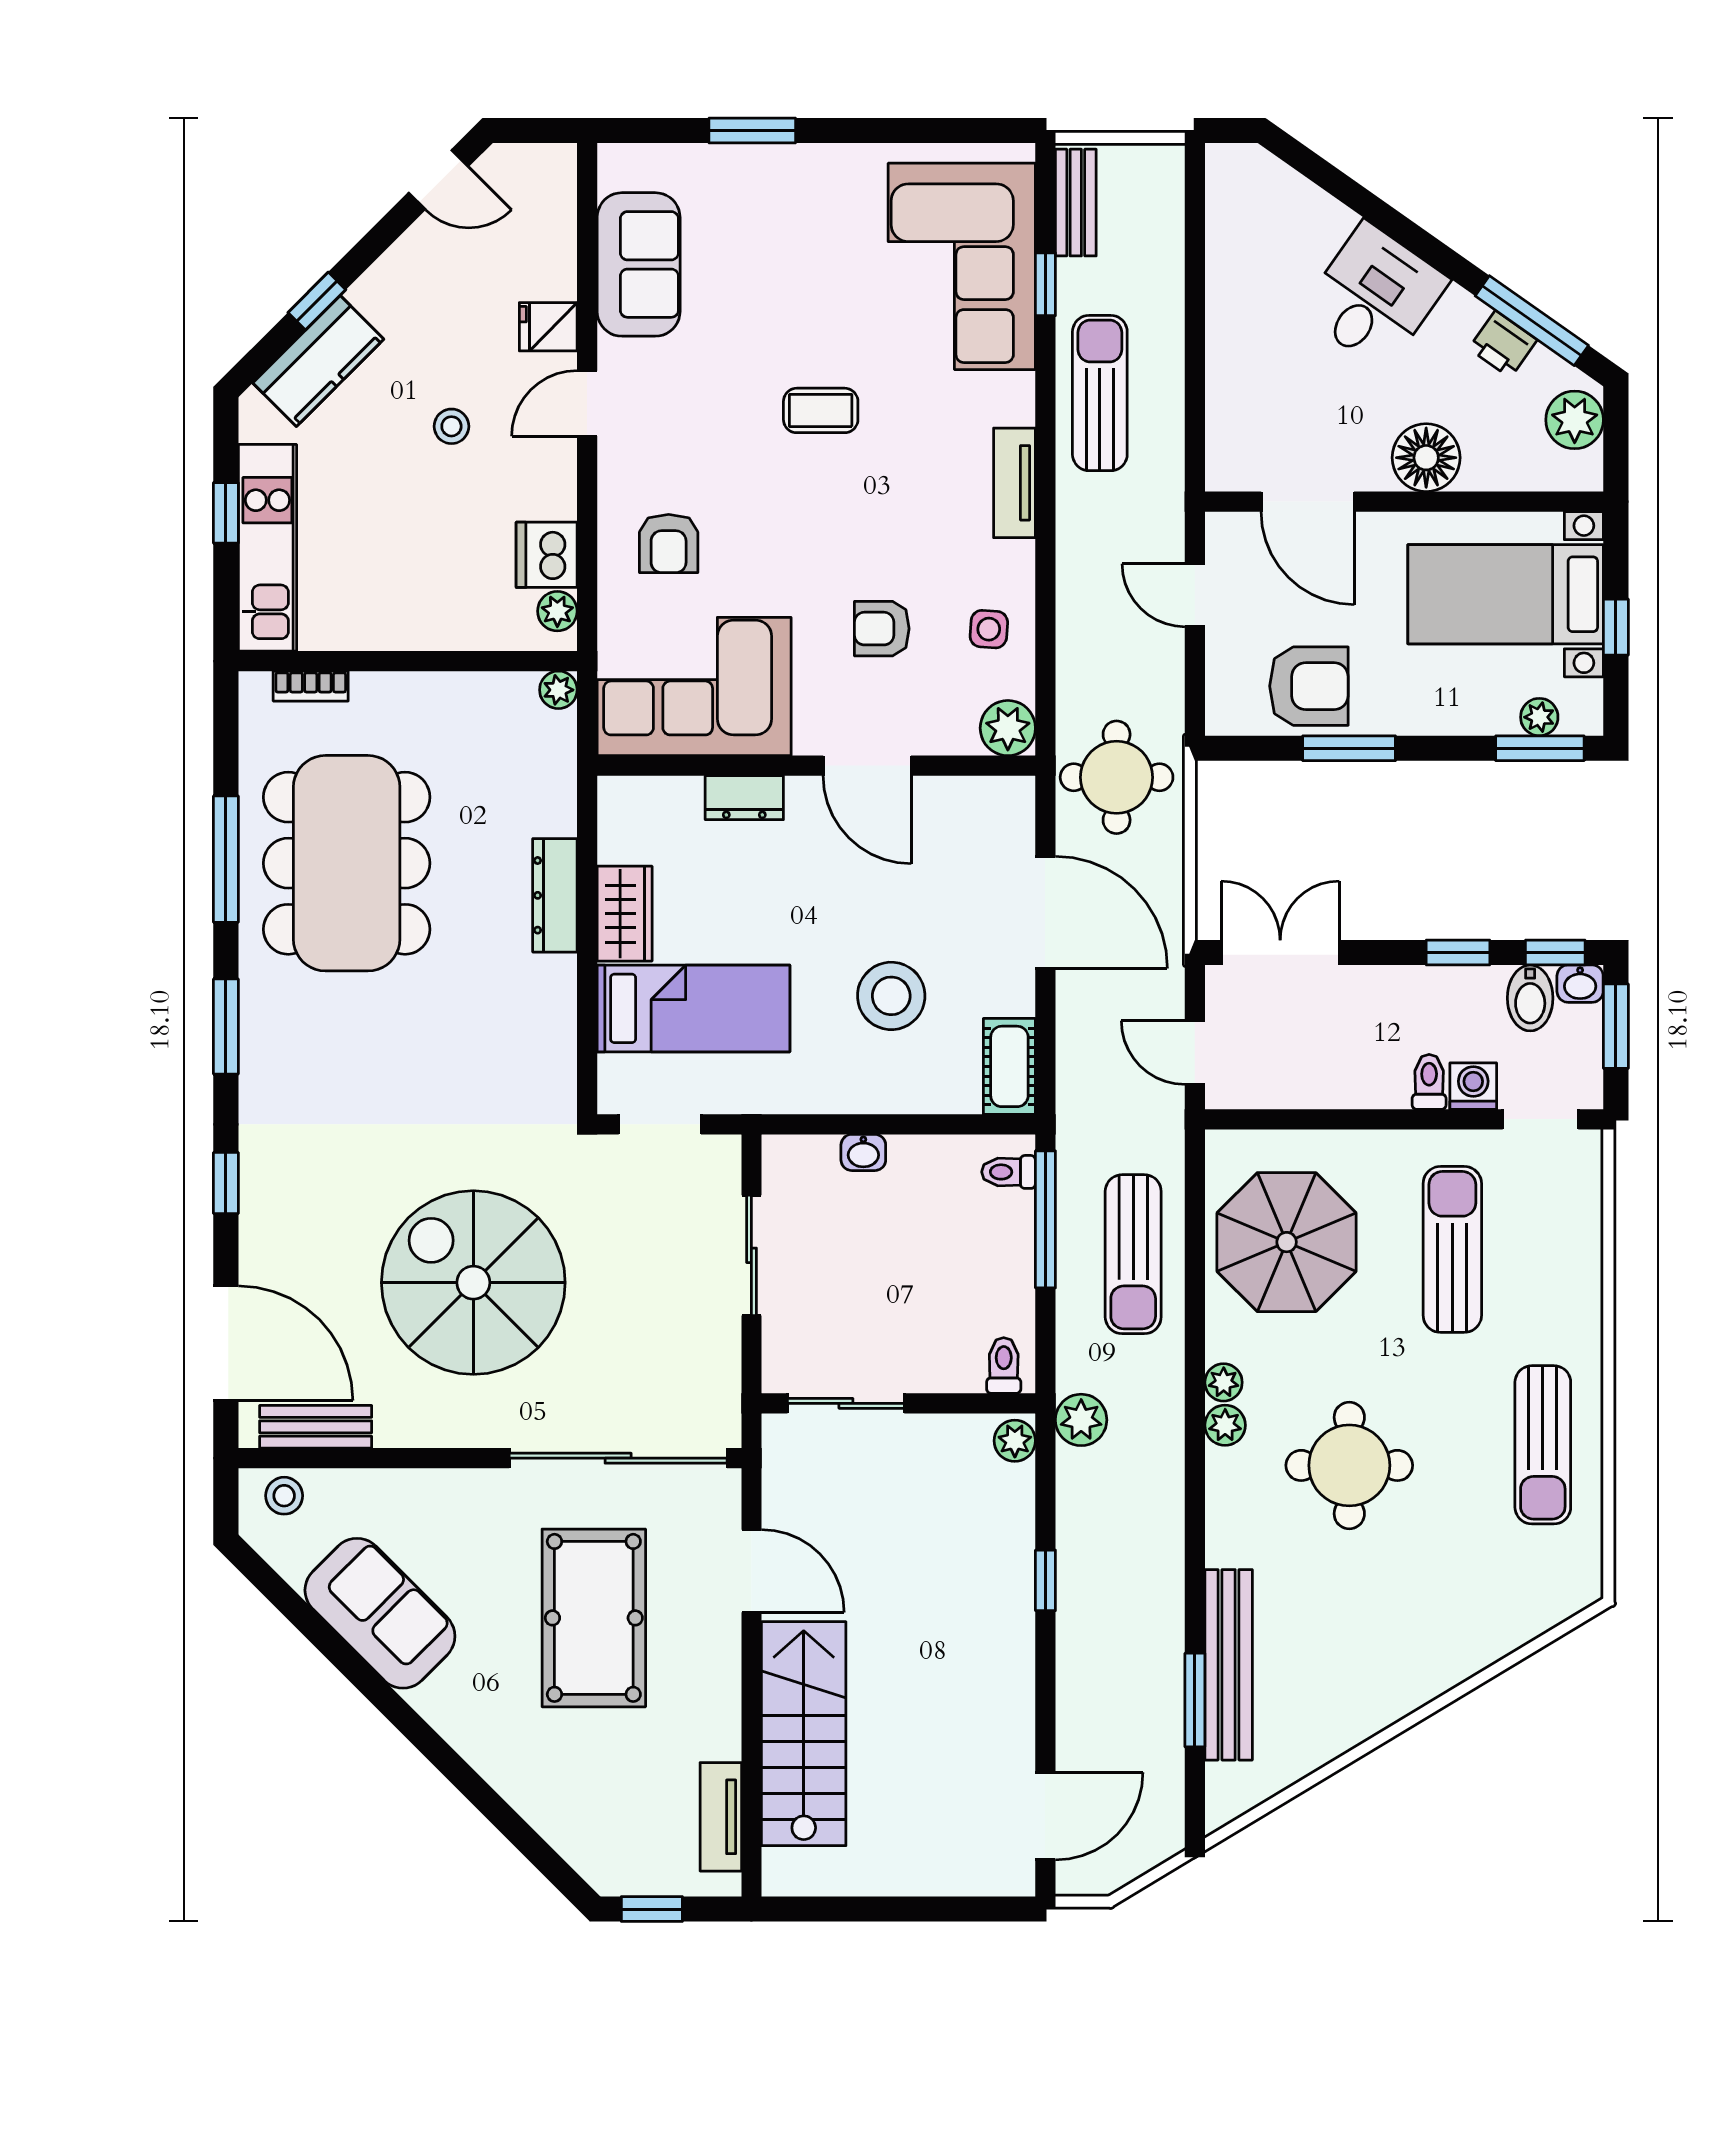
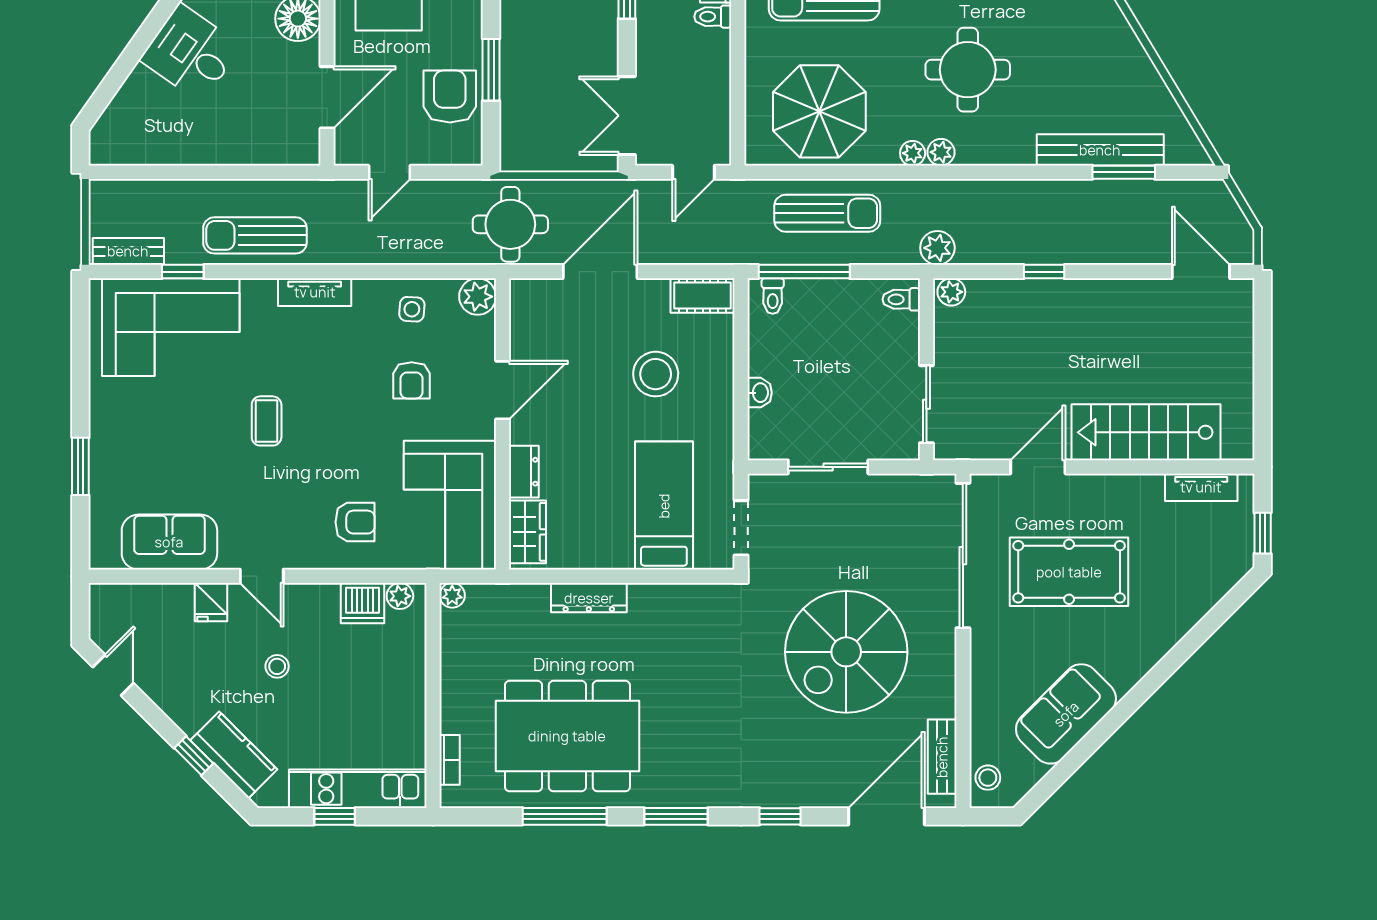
wardrobe: (625, 914) -> (528, 532), moved, turned 90

